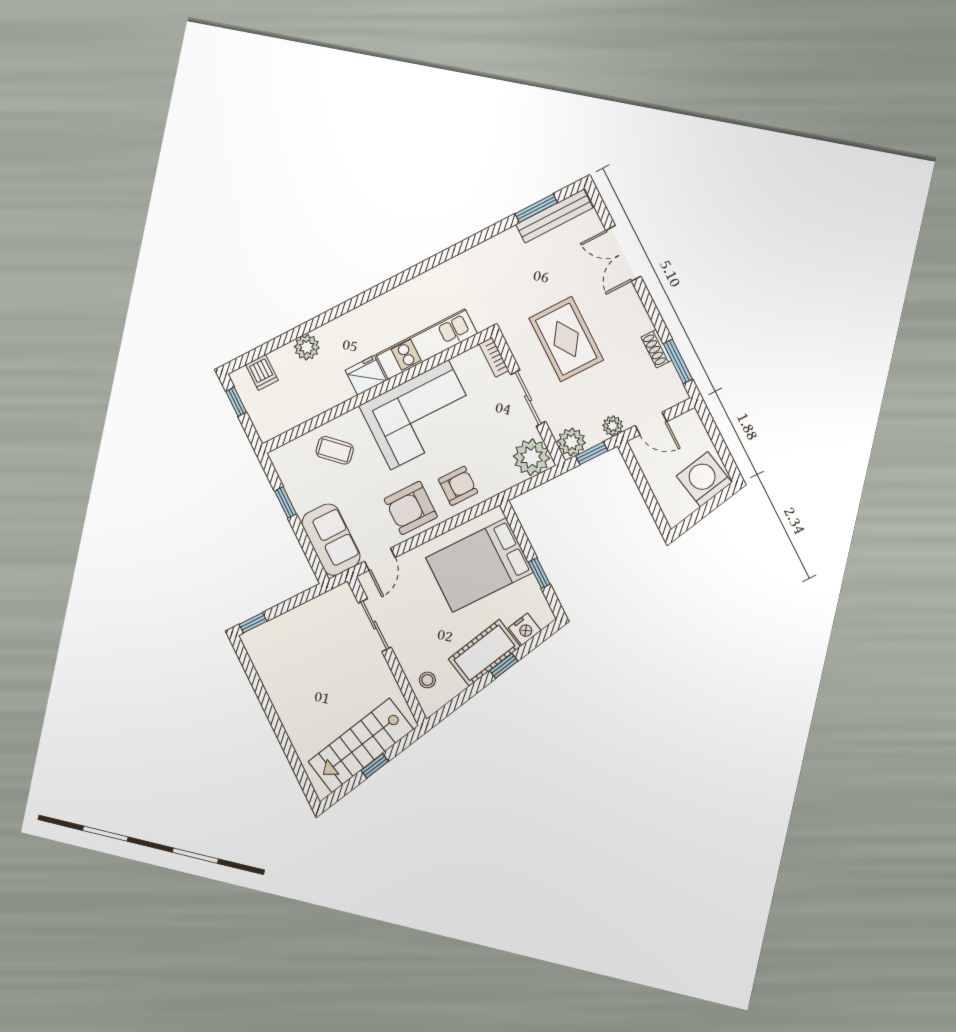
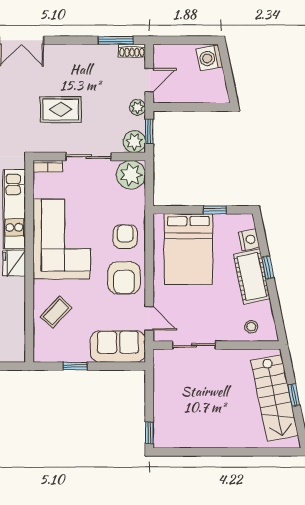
rug: (566, 339) -> (61, 110), width x0.73, depth x0.70
shoe rack: (656, 349) -> (132, 51), moved
washing machine: (704, 479) -> (209, 58), width x0.73, depth x0.73

